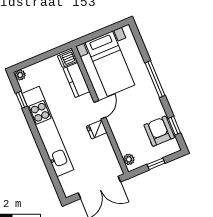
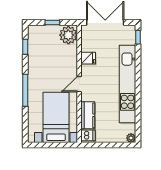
window: (22, 100) -> (138, 37), moved
fridge: (97, 129) -> (88, 58), moved
armchair: (159, 131) -> (39, 47), removed
plant: (129, 159) -> (68, 35), width x1.87, depth x1.87

